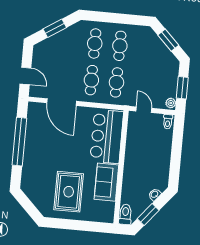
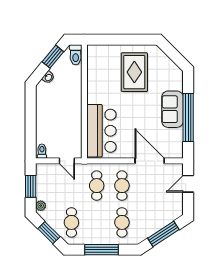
window: (118, 18) -> (102, 250), added
window: (55, 28) -> (163, 234), width x1.44
cafe table: (120, 46) -> (71, 222), moved
door: (25, 76) -> (188, 184), hinge flipped
plant: (171, 103) -> (41, 206), moved
sofa: (106, 182) -> (172, 109), moved, turned 180

